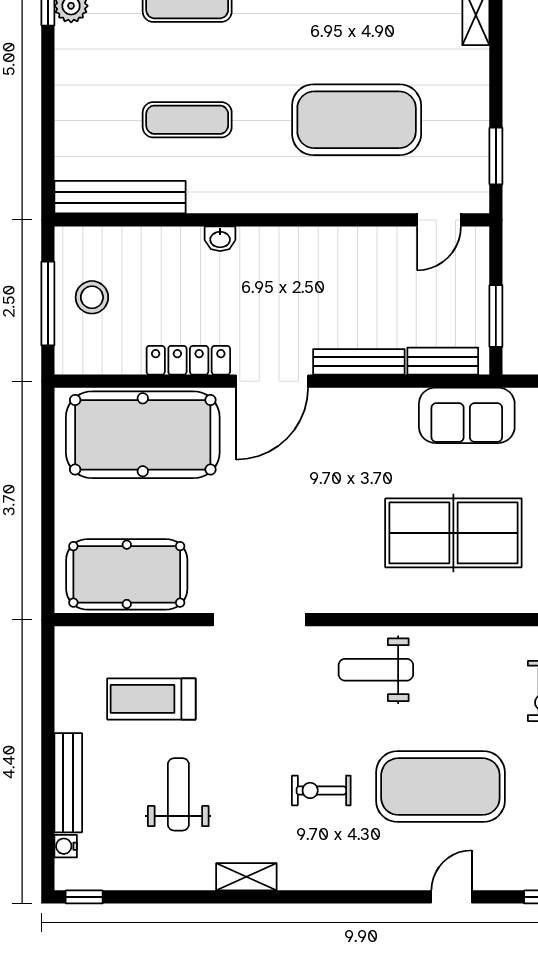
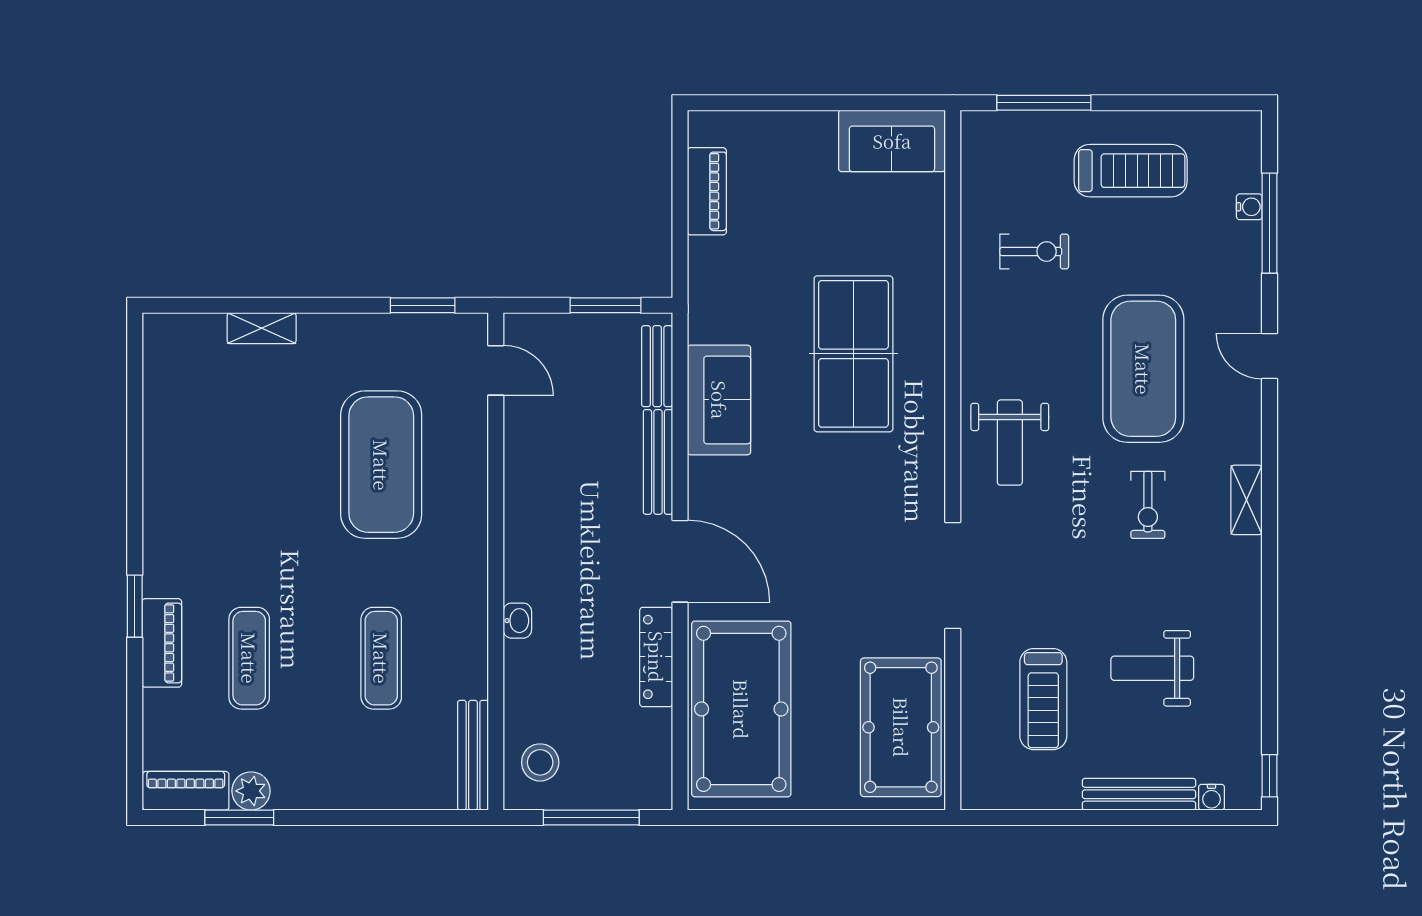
bench: (120, 197) -> (473, 755), width x0.73, depth x0.82
stool: (92, 297) -> (540, 762), moved
sofa: (467, 415) -> (719, 400), moved
shelving: (246, 877) -> (1247, 500), moved

